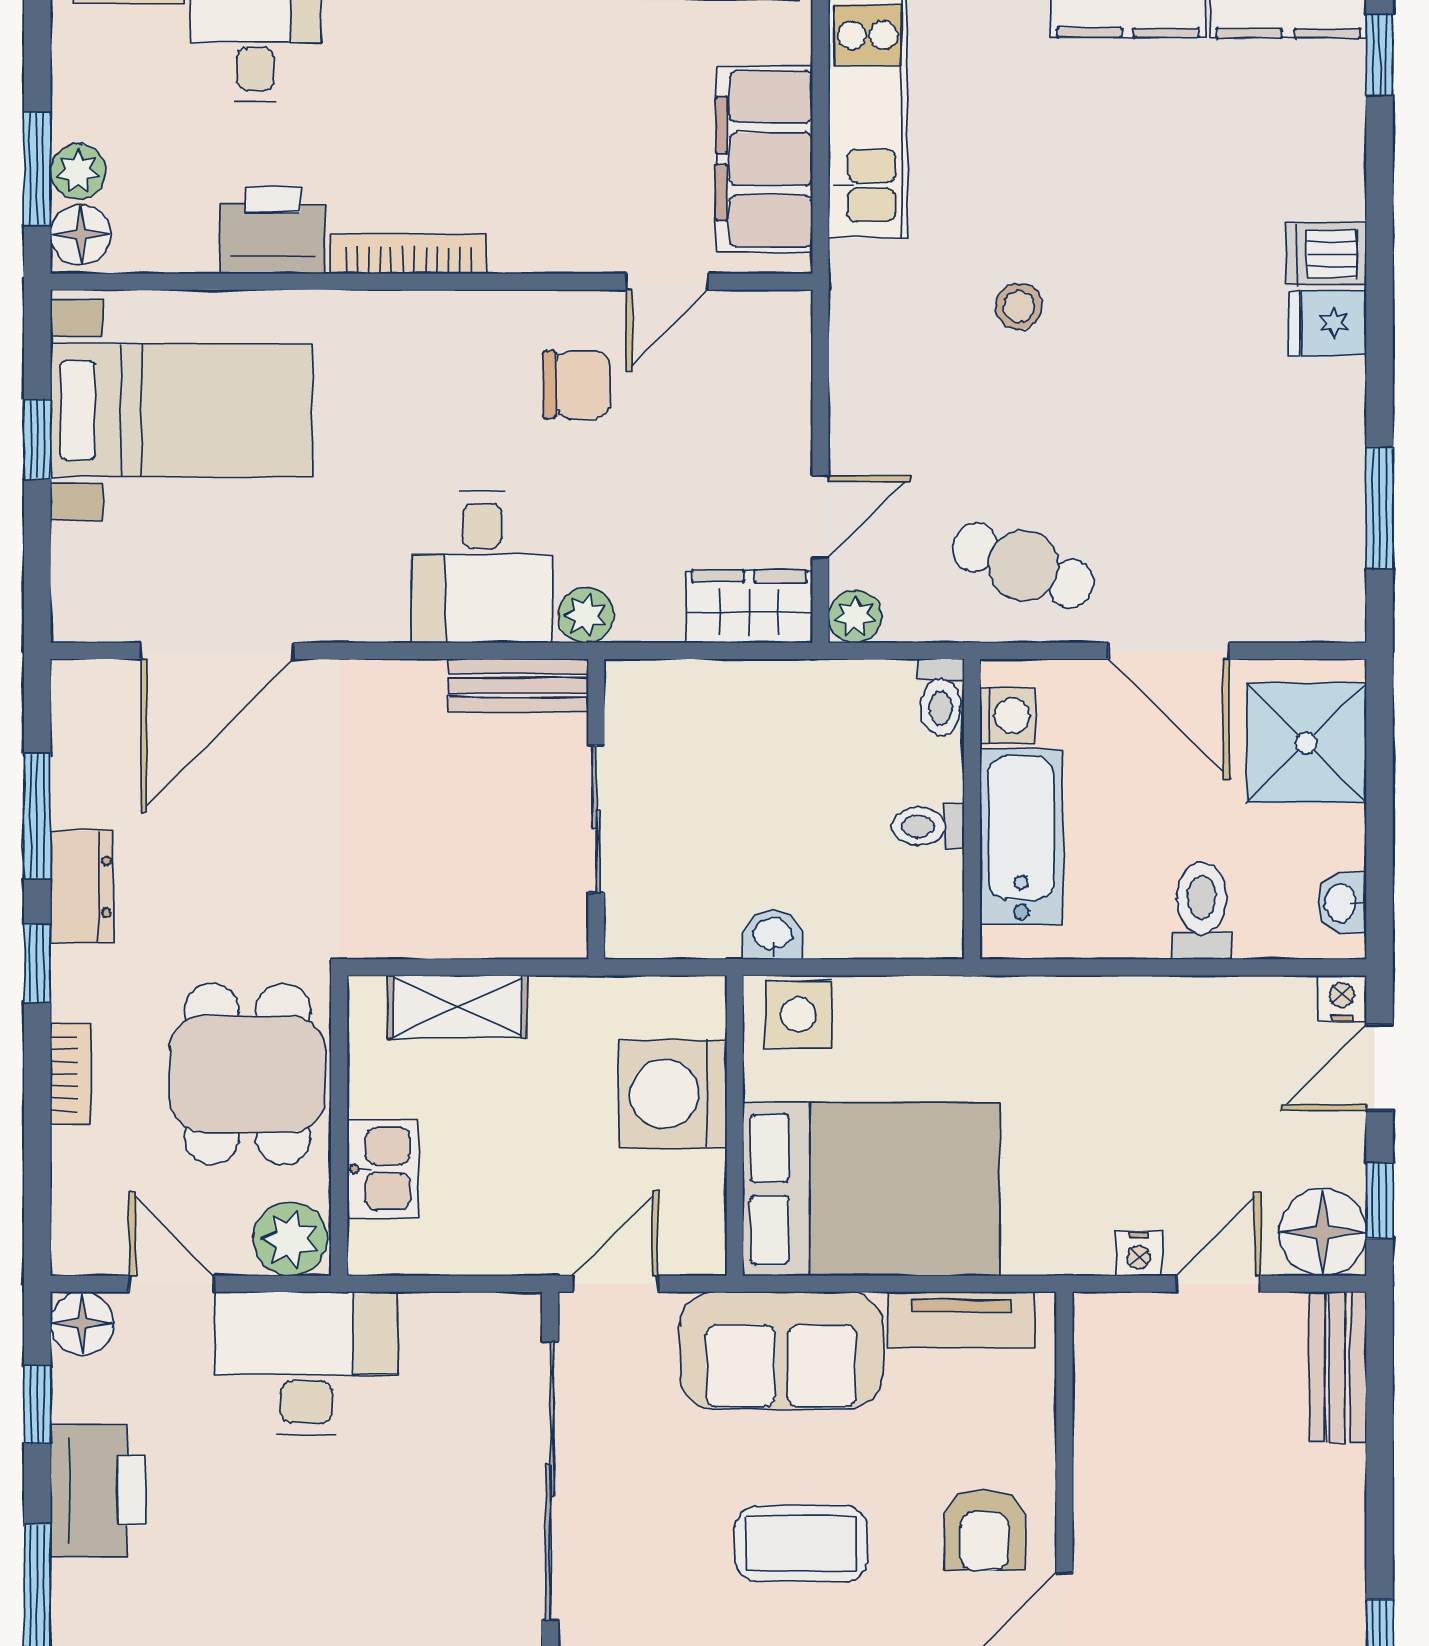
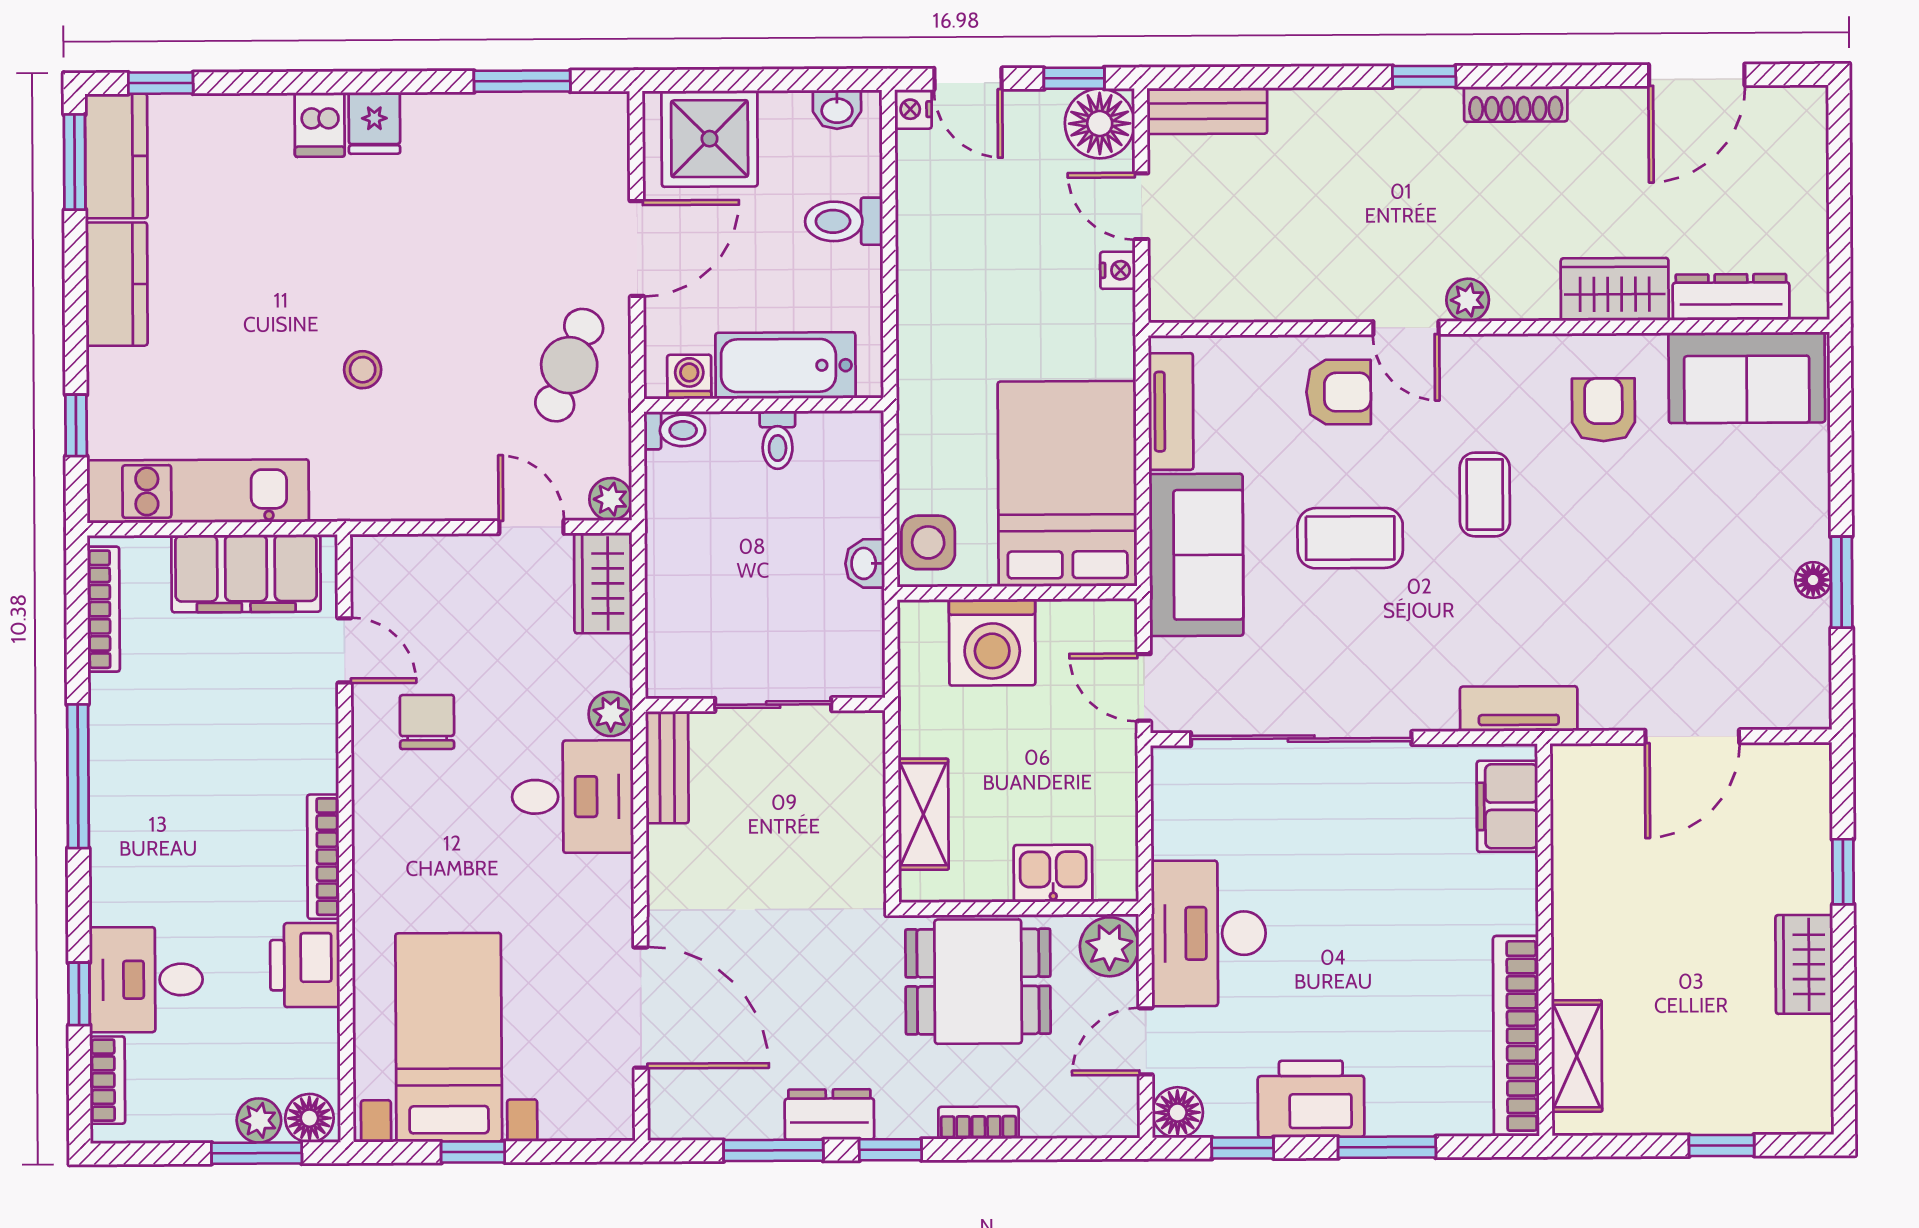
coffee table: (801, 1544) -> (1350, 538), turned 90

